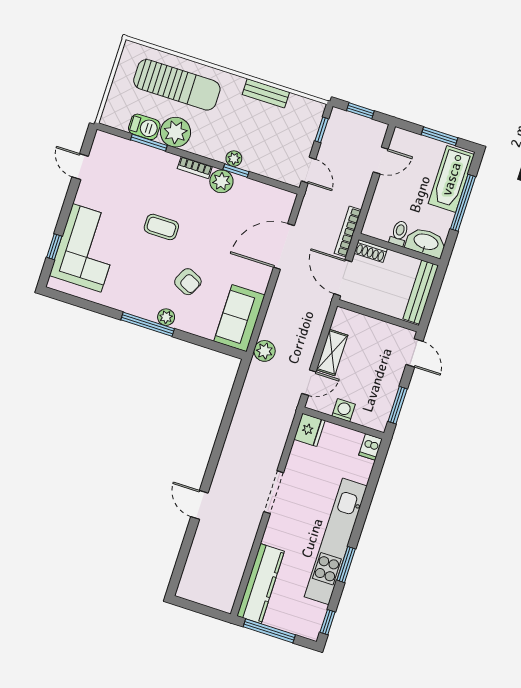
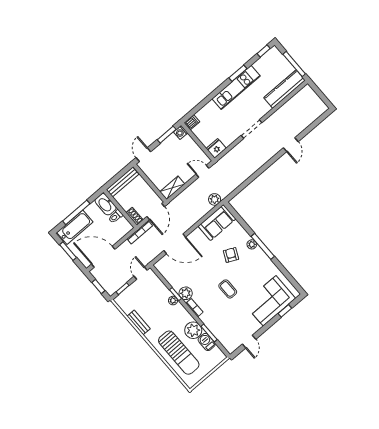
sun lounger: (177, 85) -> (179, 353), turned 180
door: (381, 160) -> (103, 257), width x1.88
shelving: (332, 352) -> (172, 188), moved
washing machine: (344, 410) -> (181, 132), moved
kitchen unit: (336, 541) -> (236, 87), width x0.73

